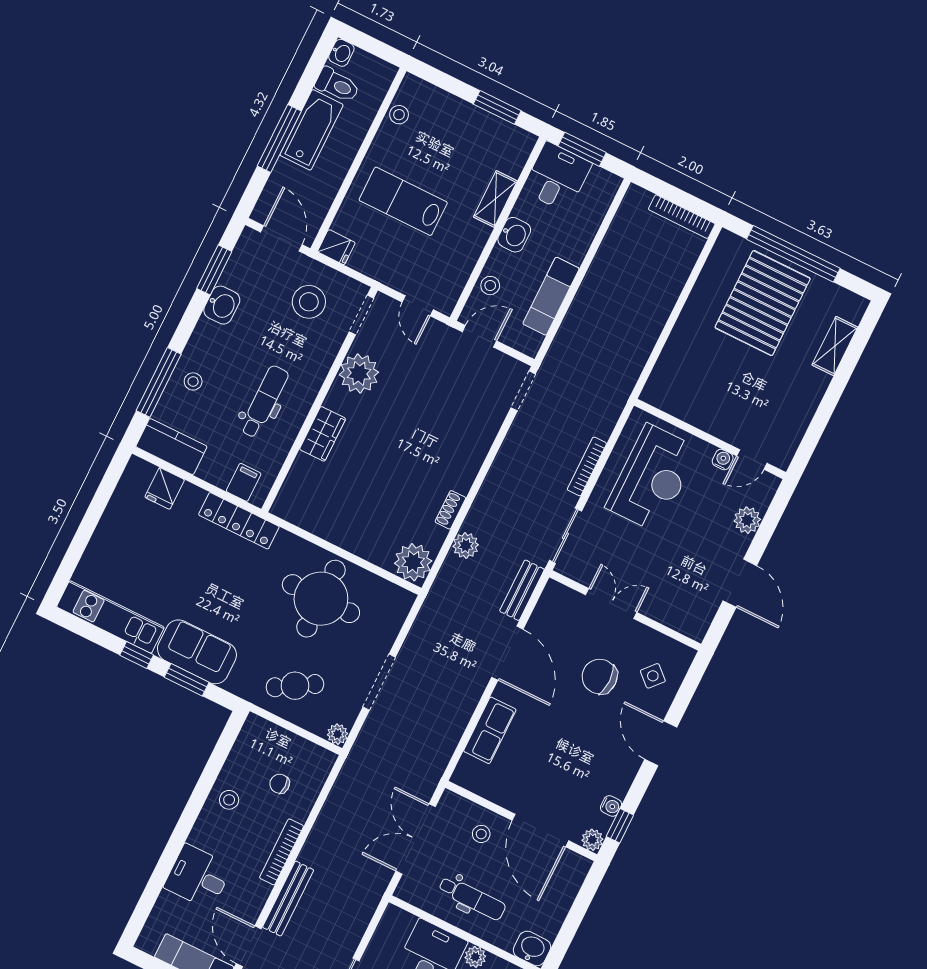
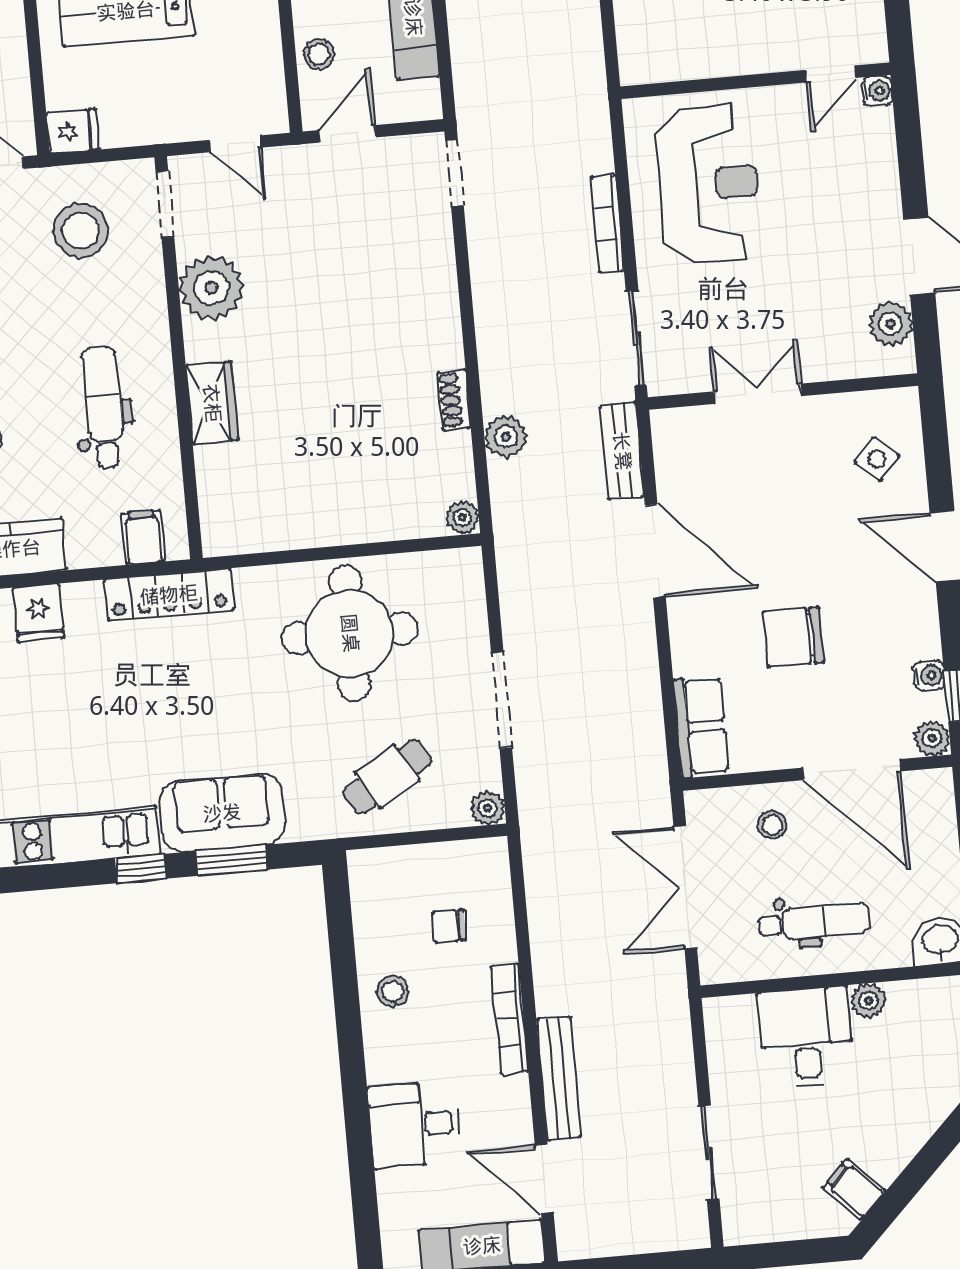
water cooler: (723, 460) -> (877, 91), moved, turned 90
plant: (747, 520) -> (891, 324), moved
plant: (413, 562) -> (462, 517), width x0.53, depth x0.53
chair: (600, 677) -> (794, 637), moved
row of seats: (490, 730) -> (701, 727), moved

